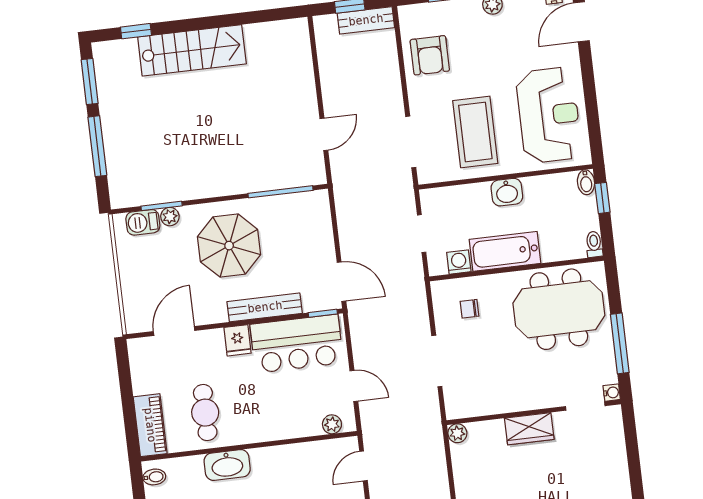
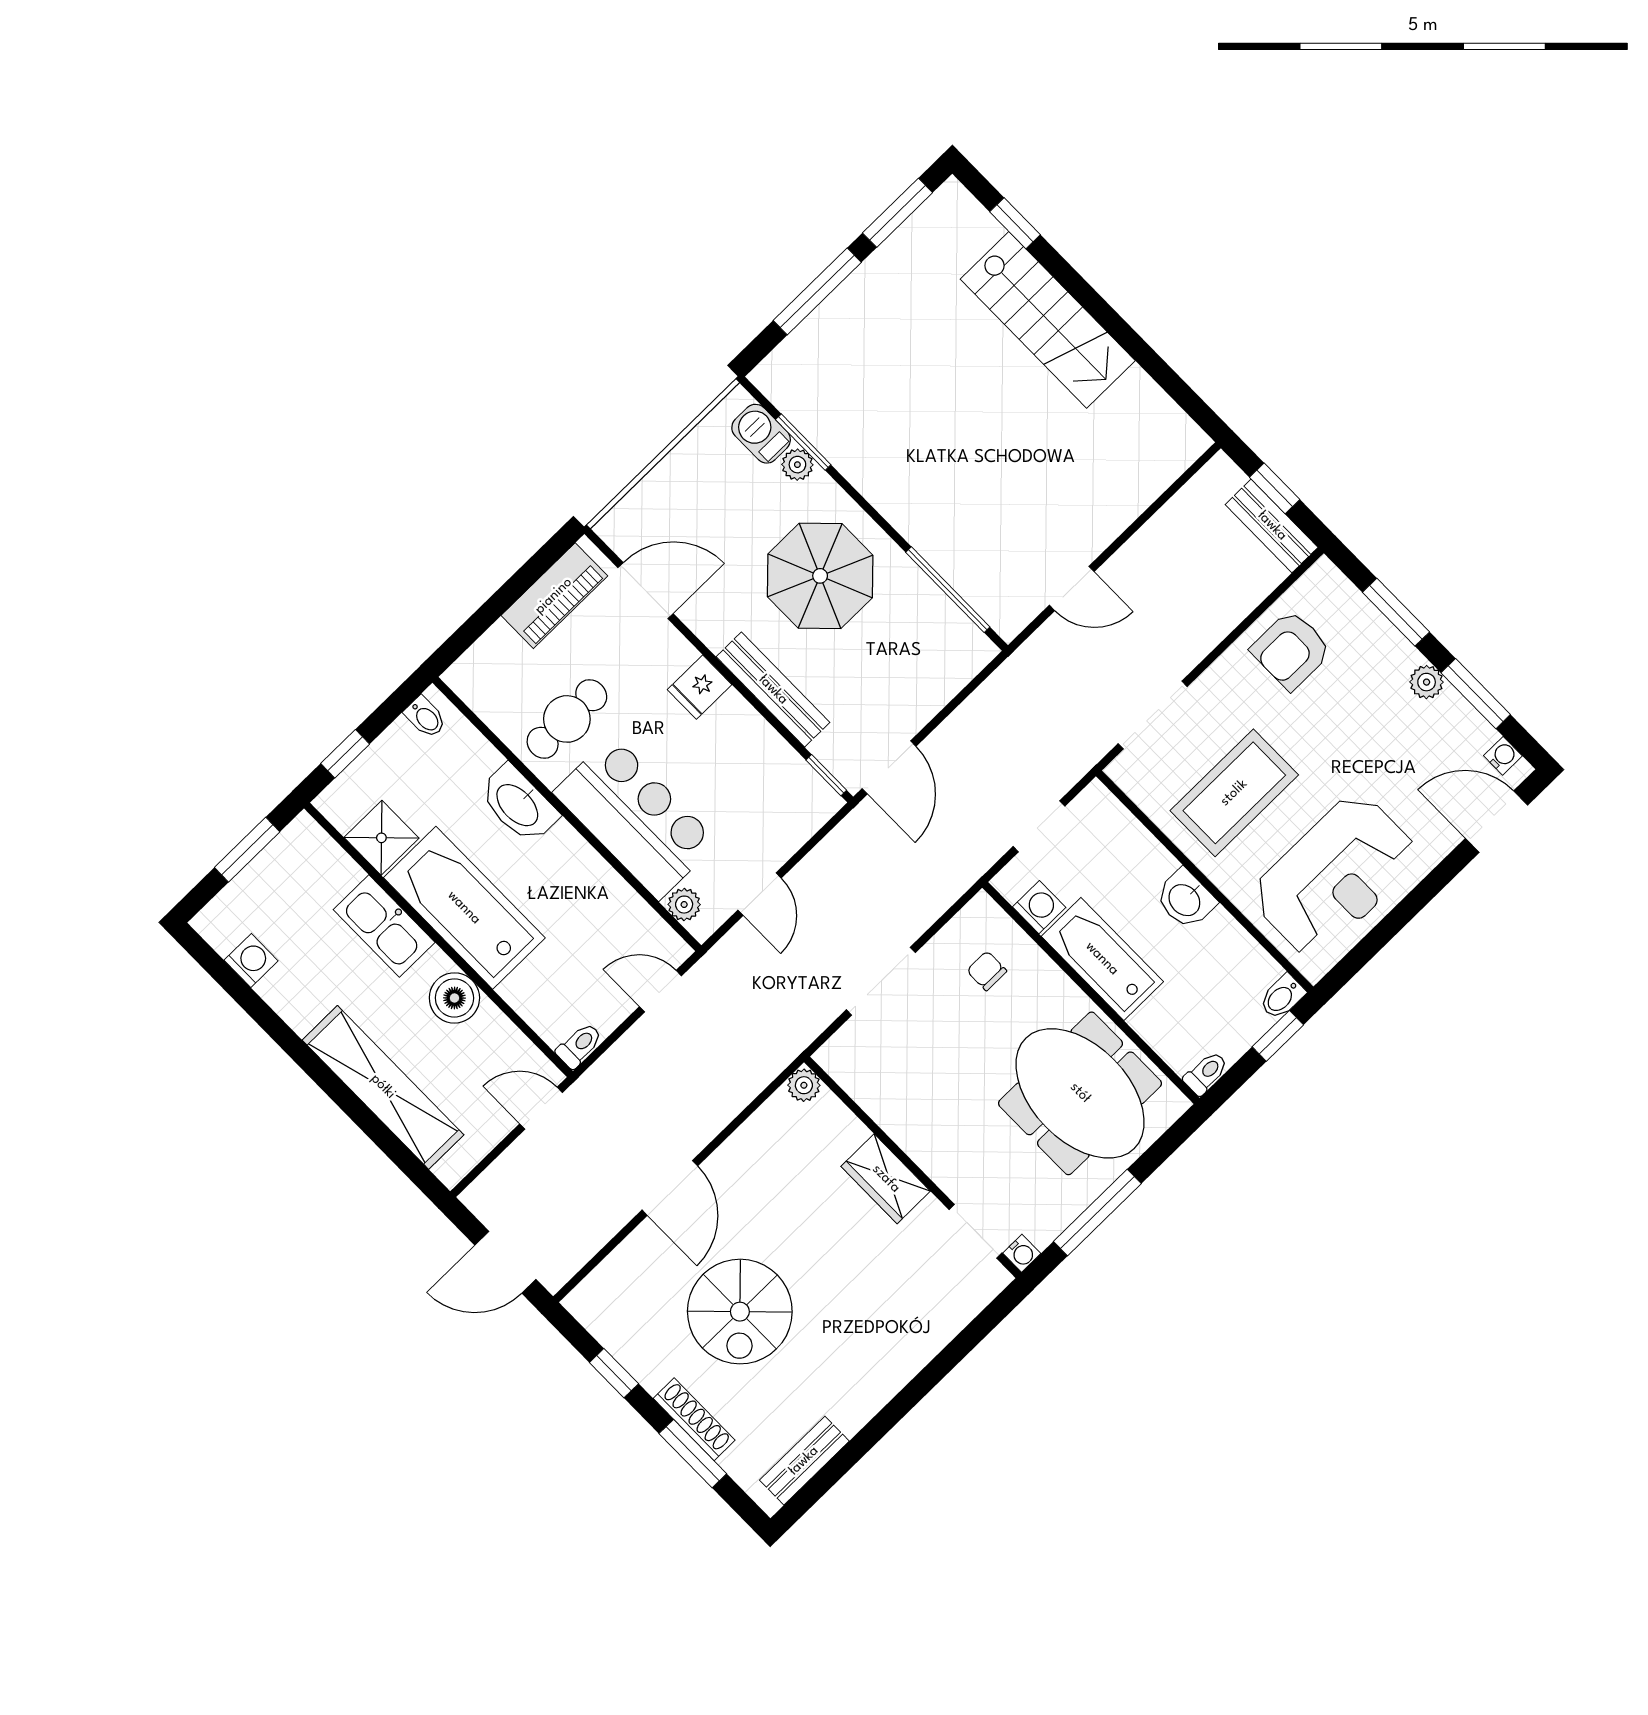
bar counter: (297, 344) -> (636, 817), moved, turned 180
piano: (150, 425) -> (554, 596), moved

